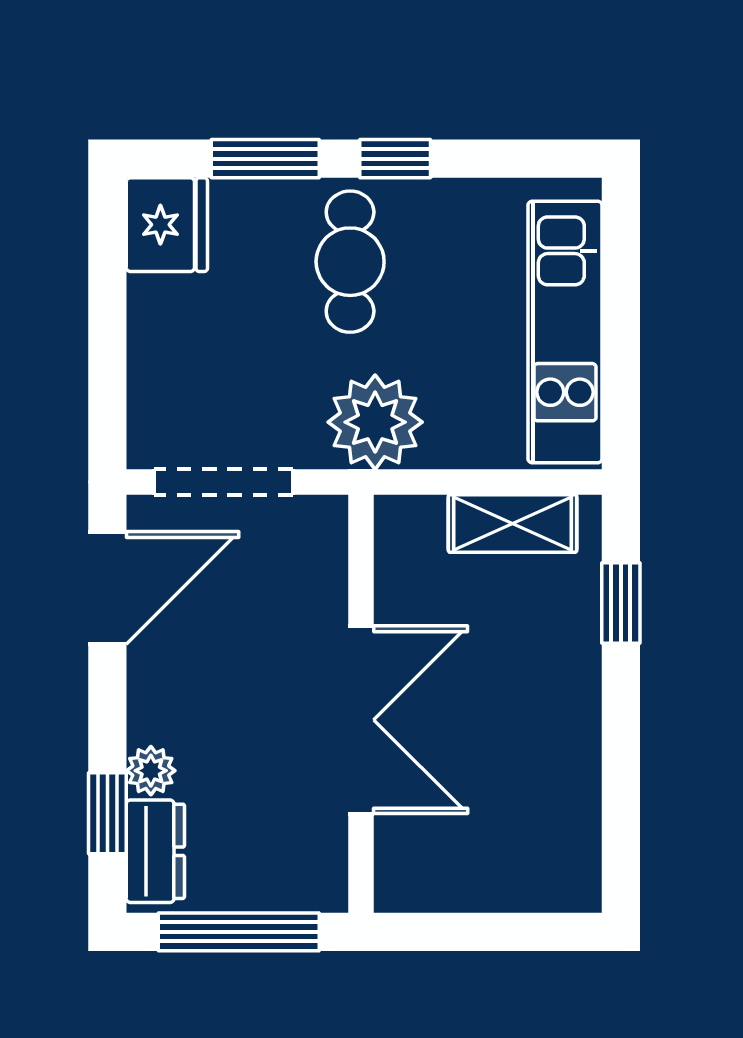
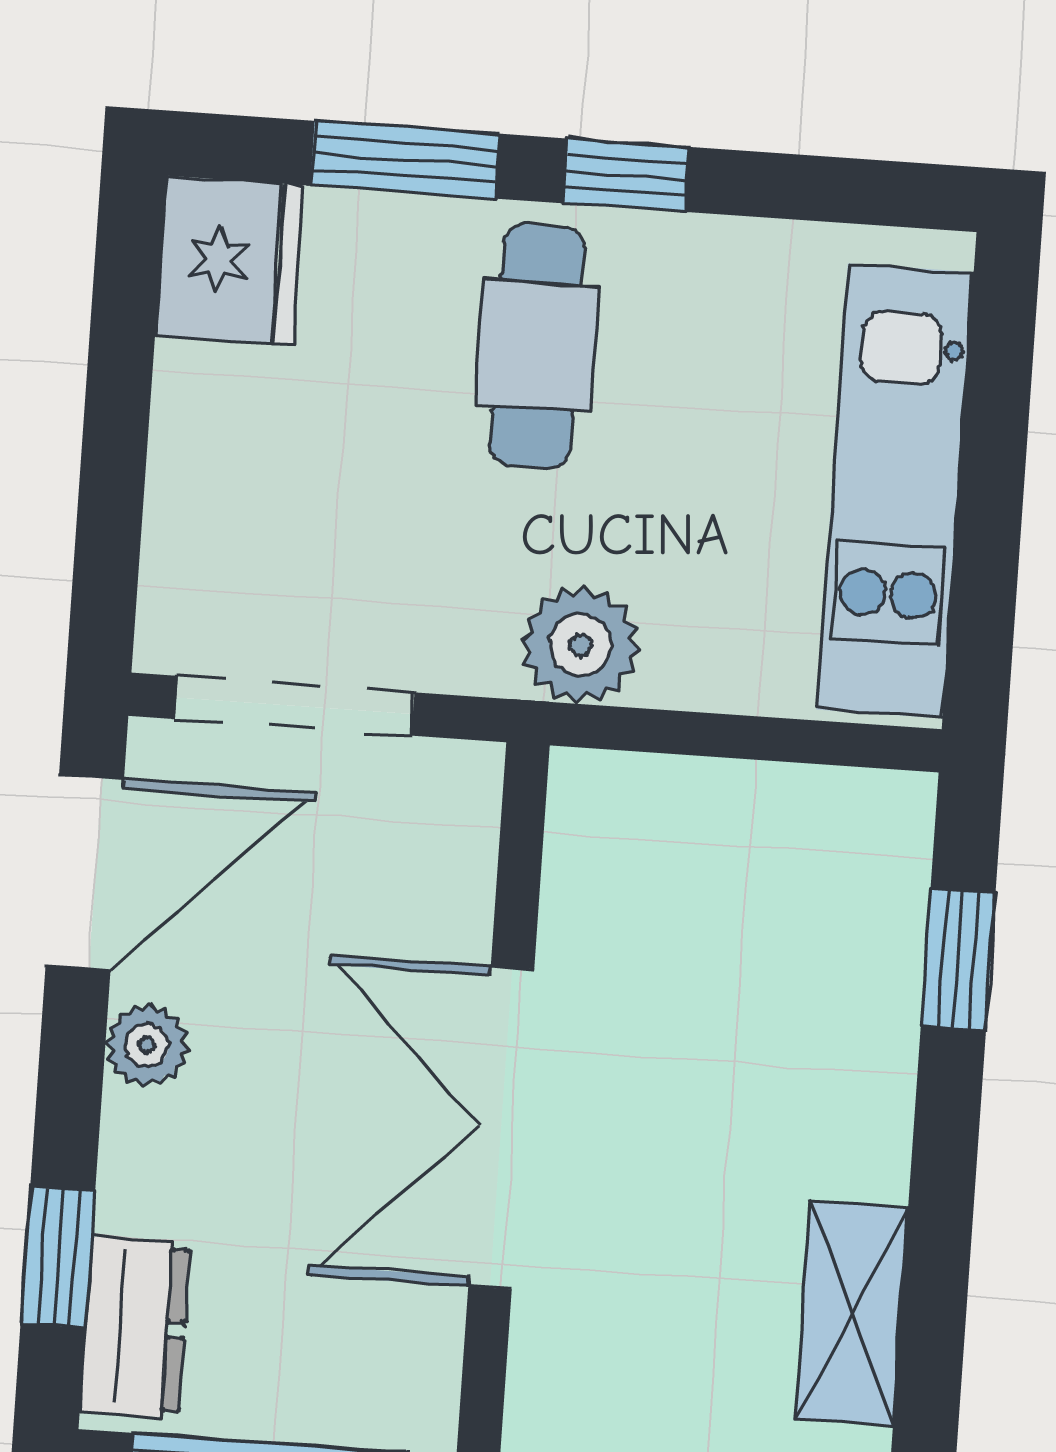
plant: (375, 422) -> (581, 645), width x0.73, depth x0.73
shelving: (513, 523) -> (852, 1313), moved, turned 90
double door: (361, 720) -> (501, 1128), swing flipped
plant: (151, 771) -> (147, 1045), moved

